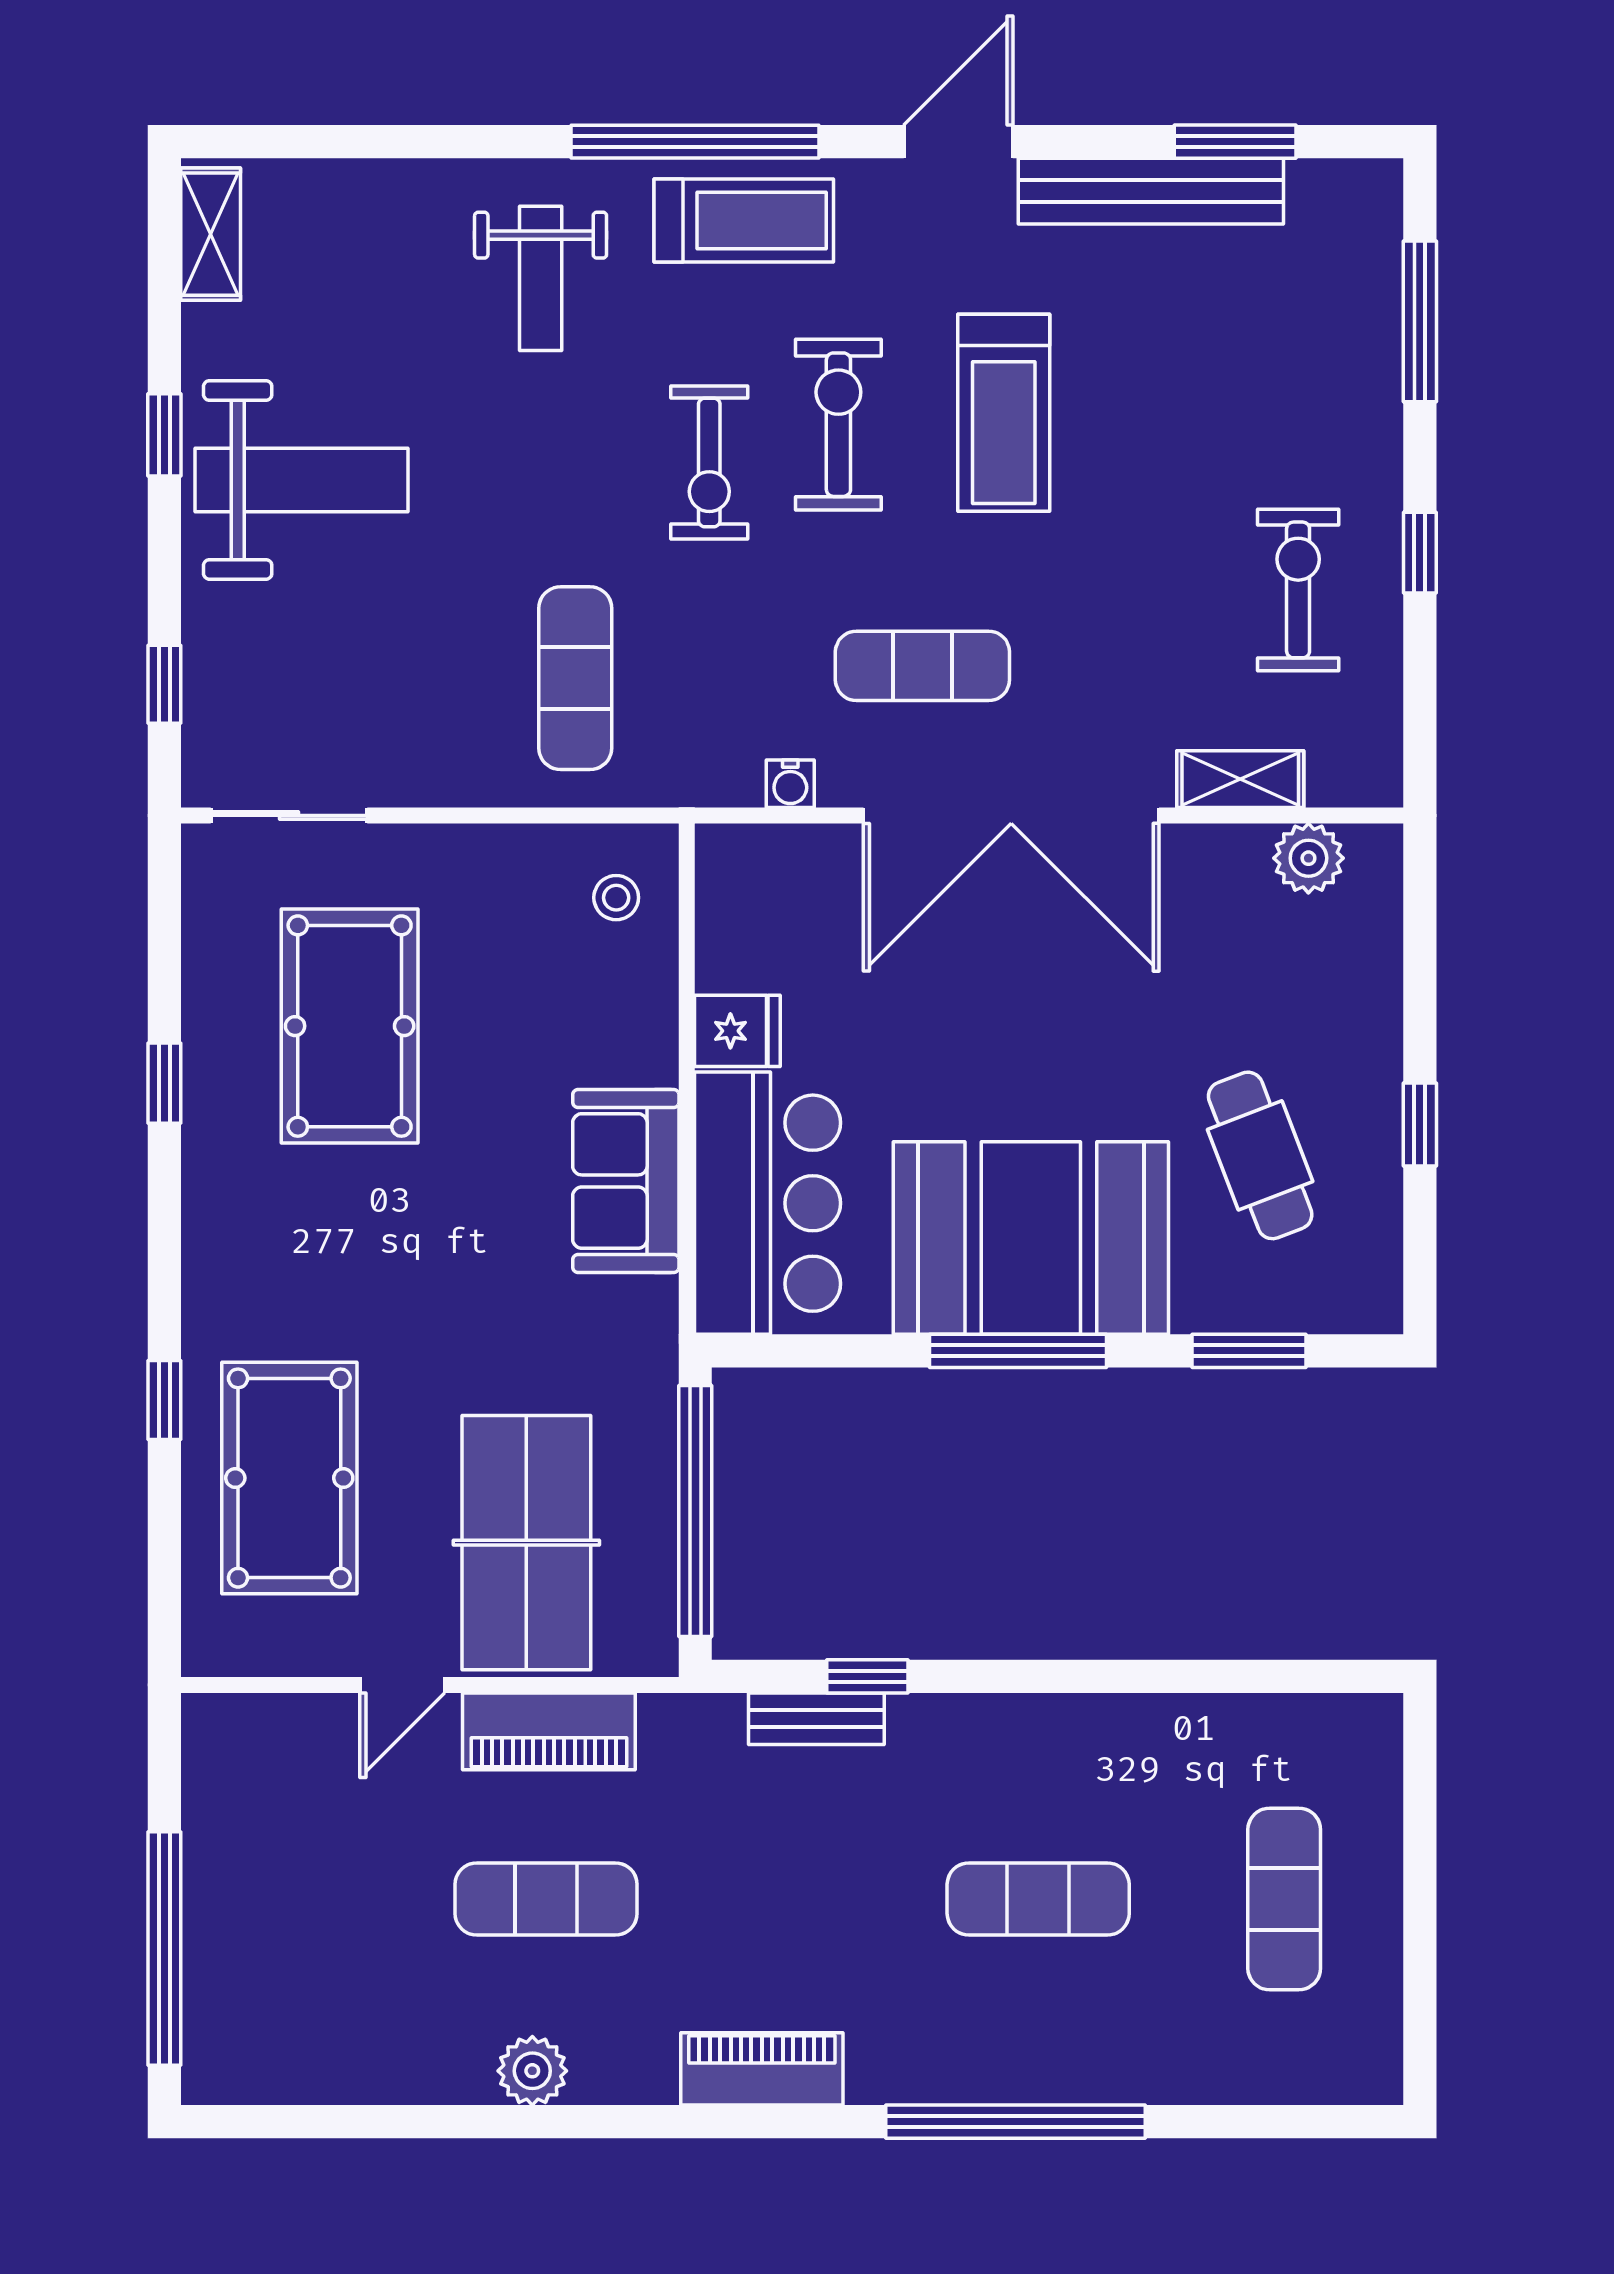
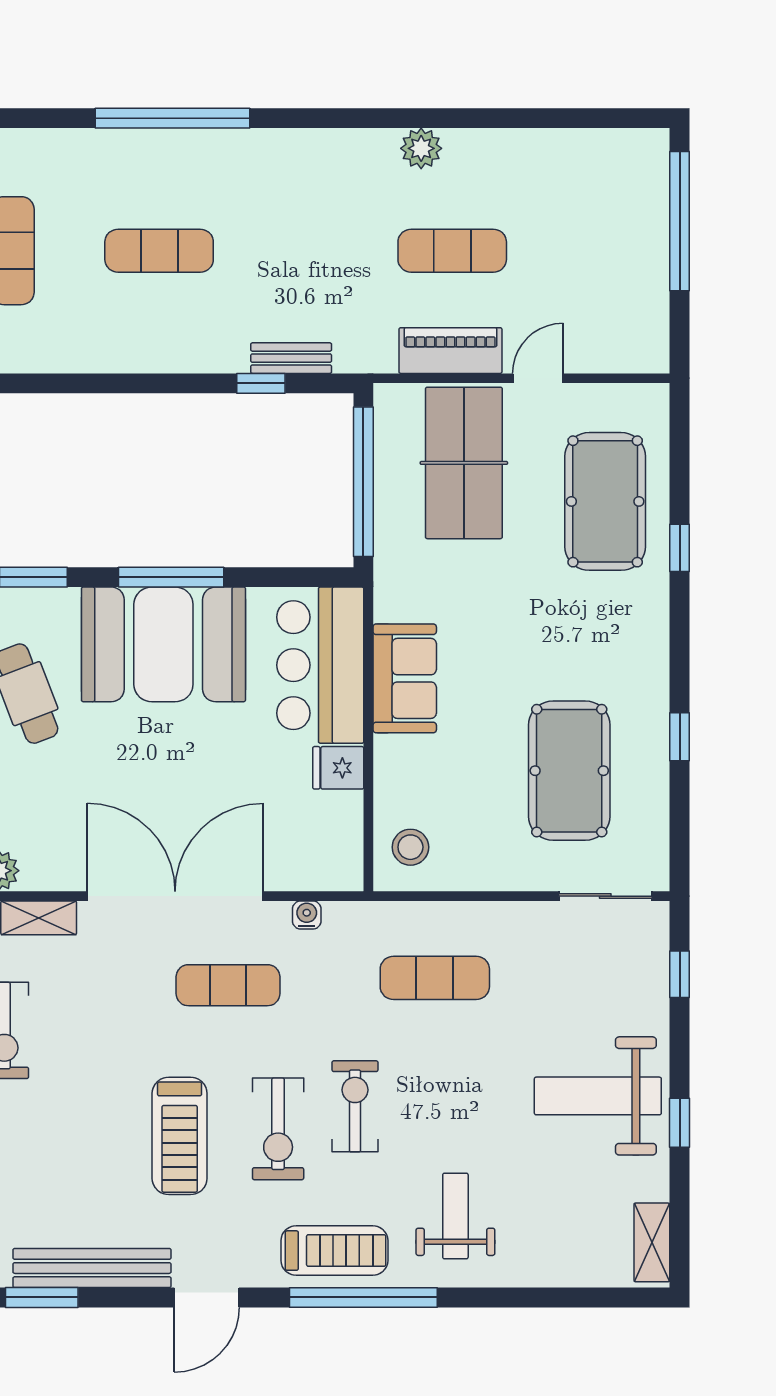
treadmill: (744, 220) -> (334, 1251), turned 180
treadmill: (1004, 413) -> (180, 1136), turned 180
exercise mat: (575, 678) -> (435, 978), turned 90
stool: (616, 898) -> (410, 847), width x1.37, depth x1.37
piano: (762, 2069) -> (324, 149), removed
plant: (532, 2071) -> (421, 148), moved

